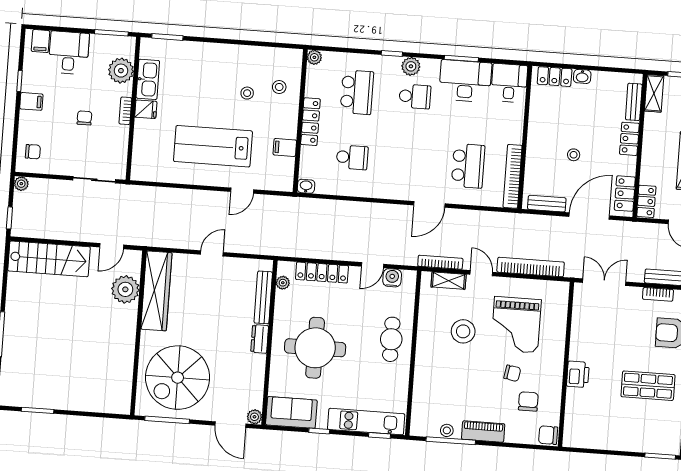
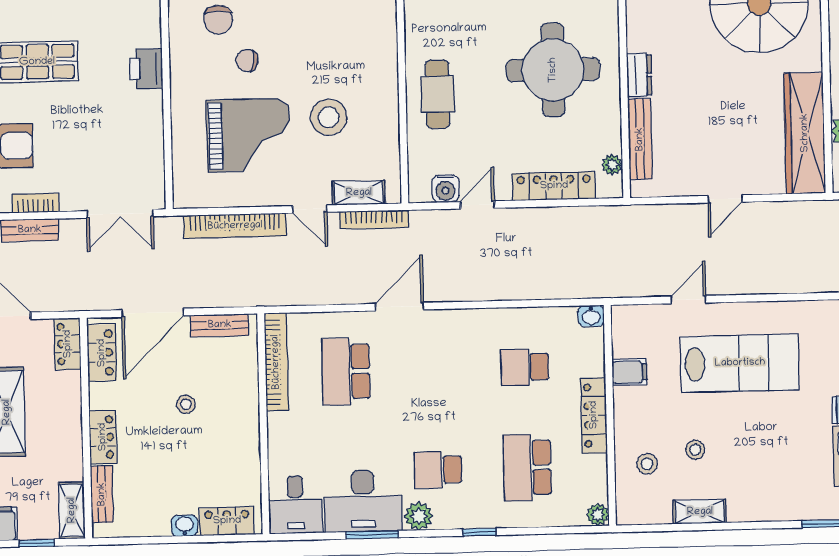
shelving: (248, 53) -> (700, 512), added
plant: (411, 66) -> (419, 516), moved
grand piano: (516, 325) -> (249, 135), turned 90

